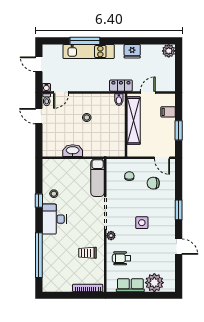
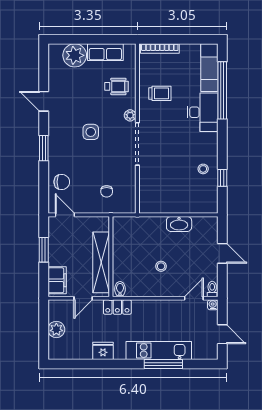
plant: (169, 51) -> (56, 329), moved
filing cabinet: (168, 112) -> (57, 280), width x2.00
door: (39, 116) -> (222, 253), moved
exam couch: (98, 178) -> (209, 68), moved, turned 180
chair: (153, 183) -> (62, 182), moved
window: (39, 201) -> (222, 178), moved
desk: (54, 219) -> (203, 112), moved

